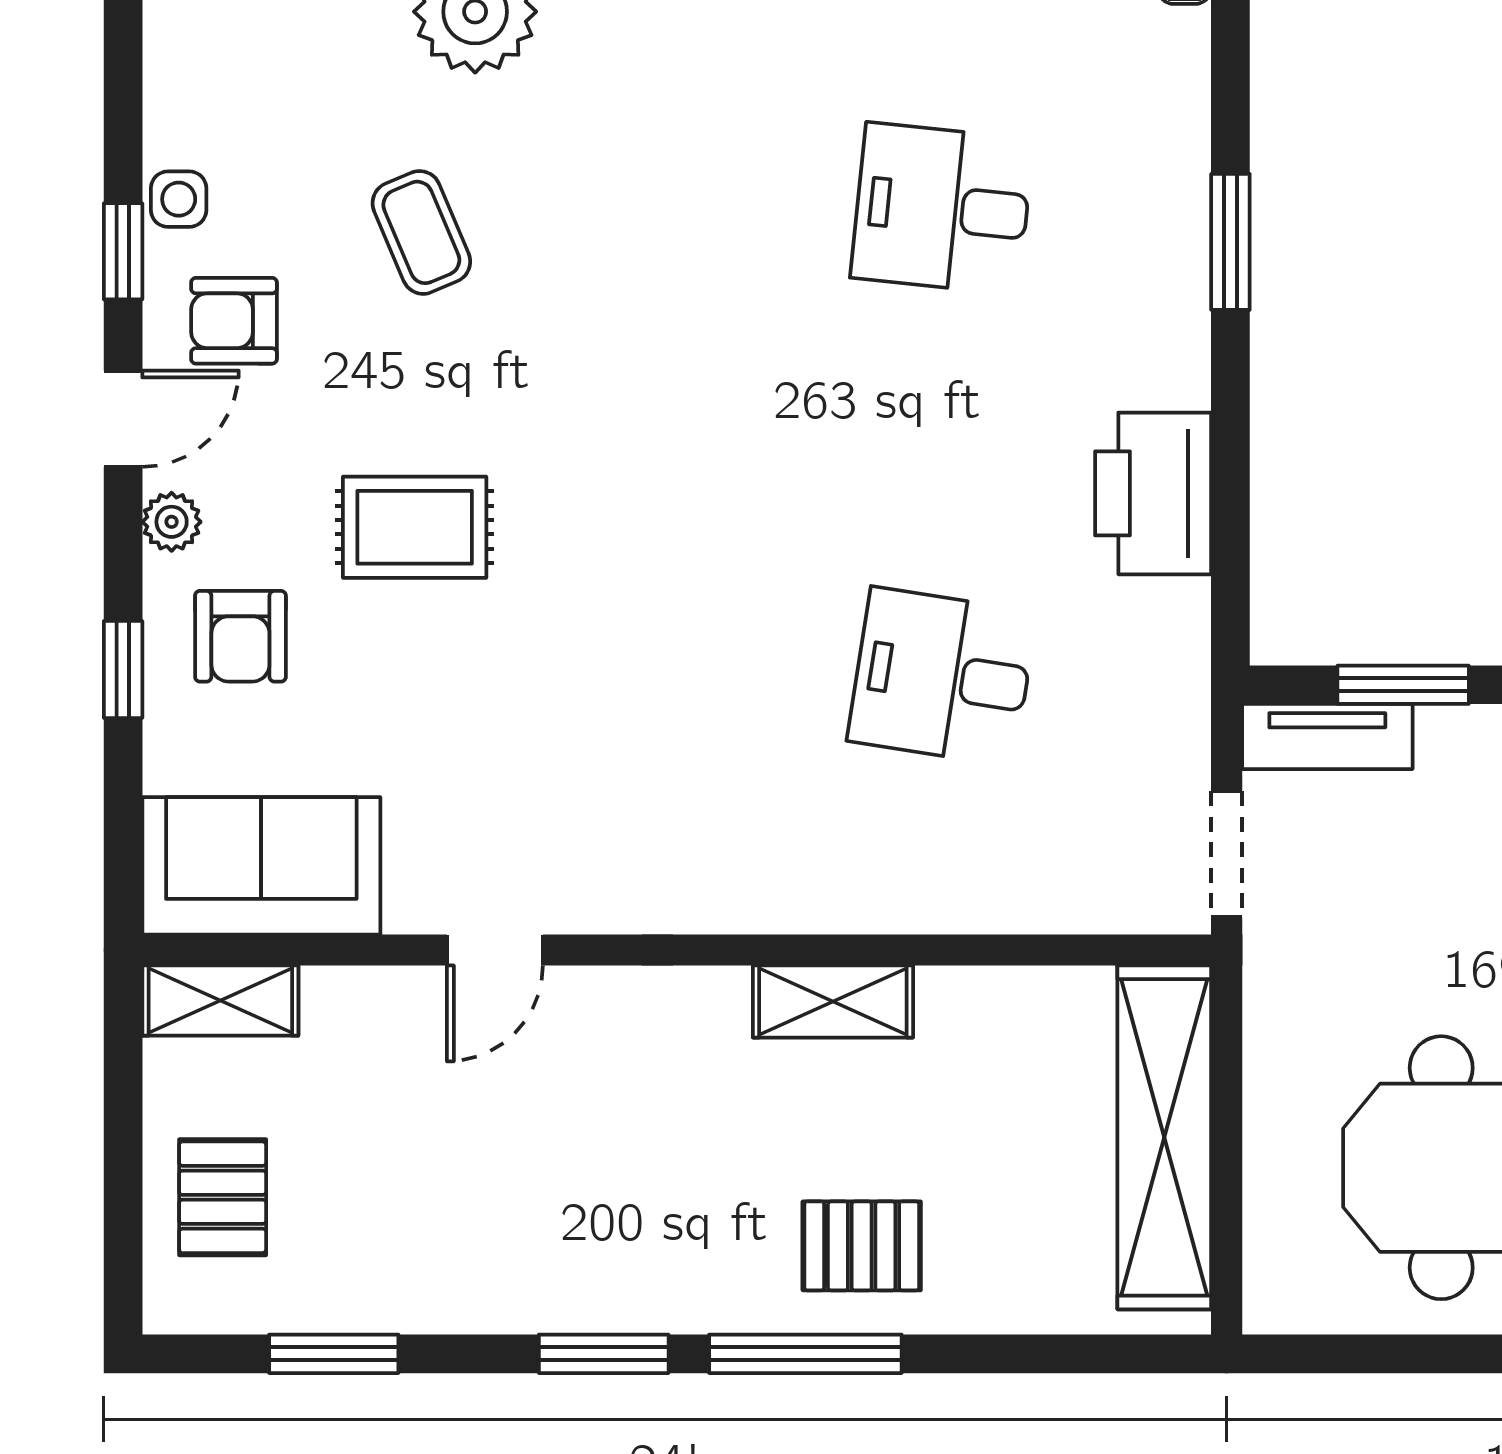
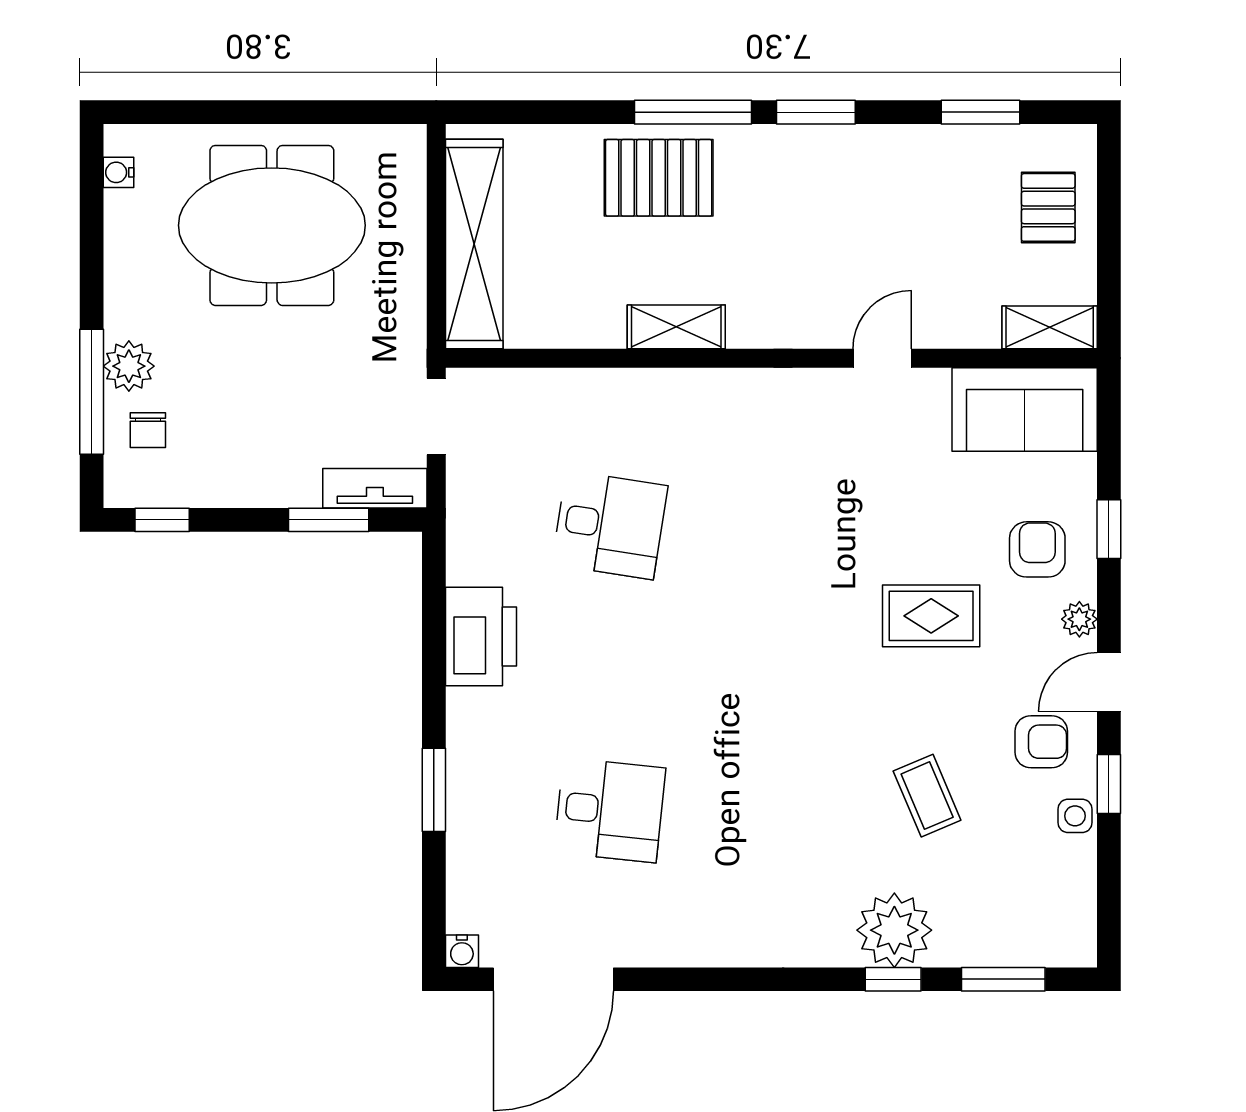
pallet: (862, 1246) -> (659, 178), width x1.50, depth x1.42

